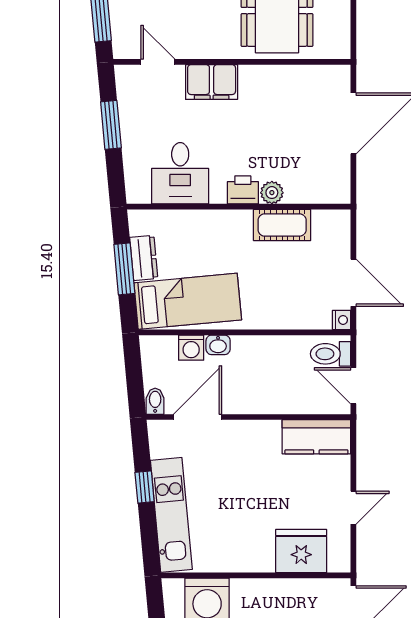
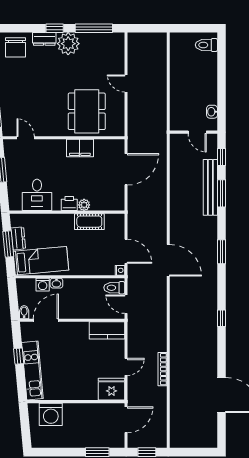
filing cabinet: (212, 82) -> (80, 148), moved
fridge: (301, 551) -> (112, 389), moved

